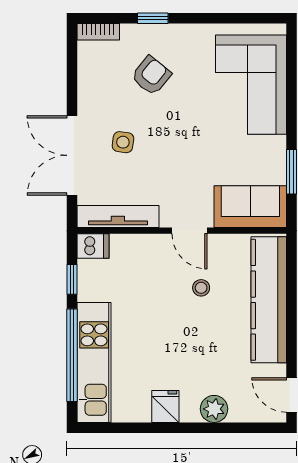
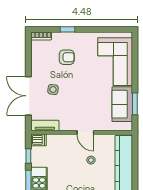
armchair: (151, 76) -> (67, 57), turned 51
sofa: (250, 207) -> (122, 104), moved, turned -90
tv unit: (118, 216) -> (45, 126), width x0.71

